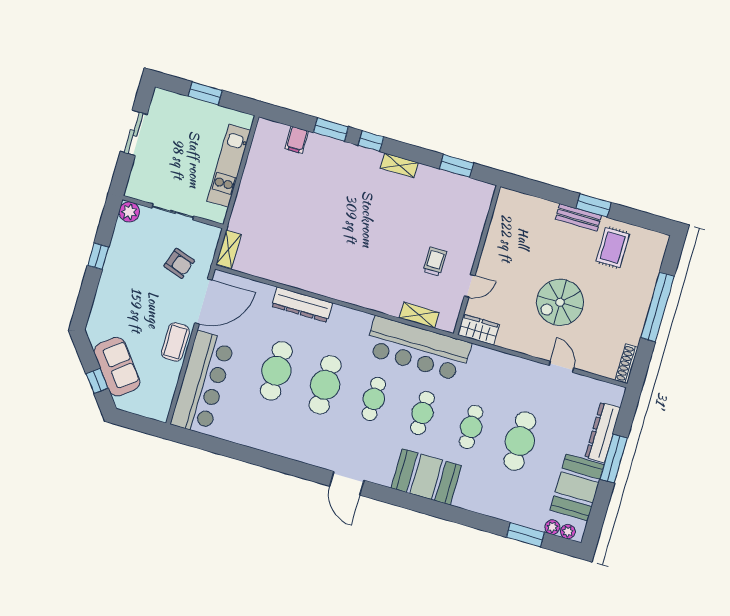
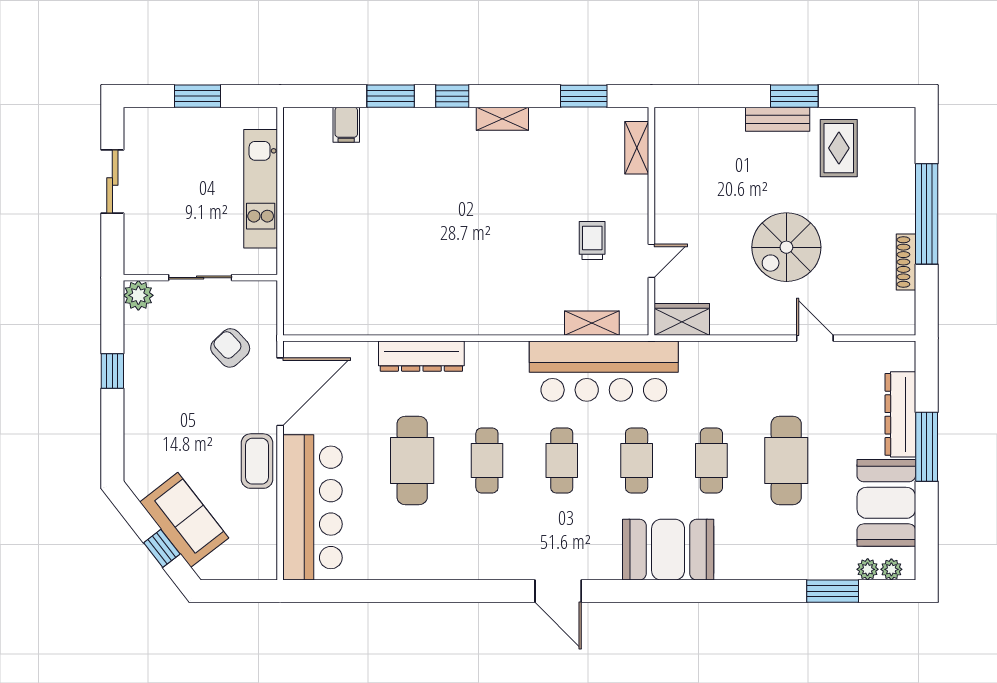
shelving: (229, 249) -> (637, 148), moved
armchair: (179, 263) -> (230, 348), turned -152
shoe rack: (627, 364) -> (906, 262), moved
cafe table: (325, 385) -> (487, 460), width x0.73, depth x0.74

